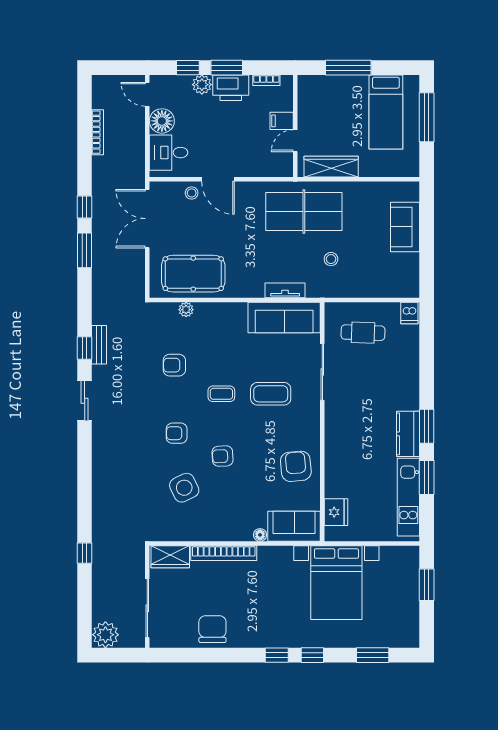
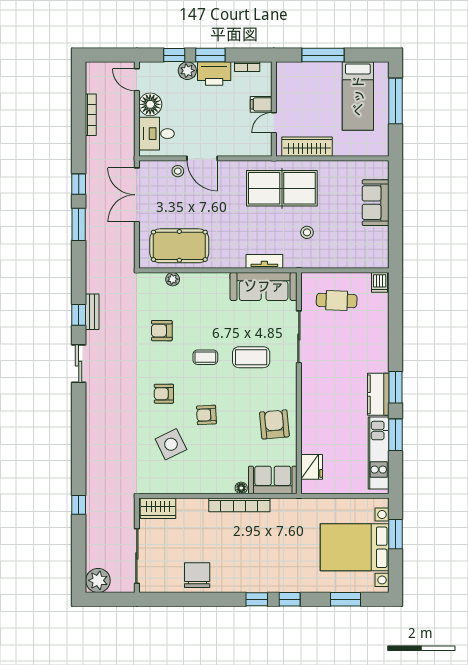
bookcase: (224, 553) -> (239, 505), moved
bed with nightstands: (336, 583) -> (355, 547), moved, turned 90

